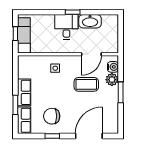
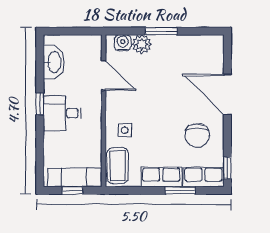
washbasin: (90, 21) -> (54, 62), moved
coffee table: (86, 84) -> (118, 166), moved
window: (52, 136) -> (227, 168), moved
door: (89, 136) -> (227, 94), moved

